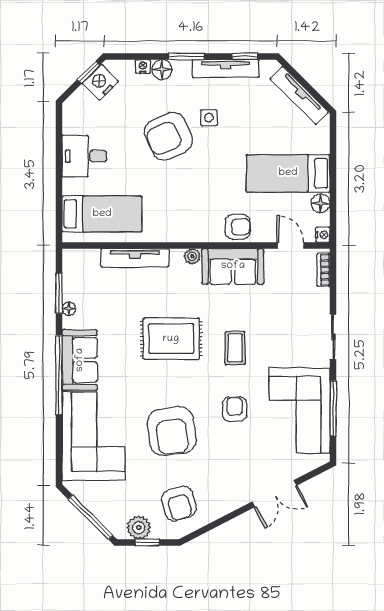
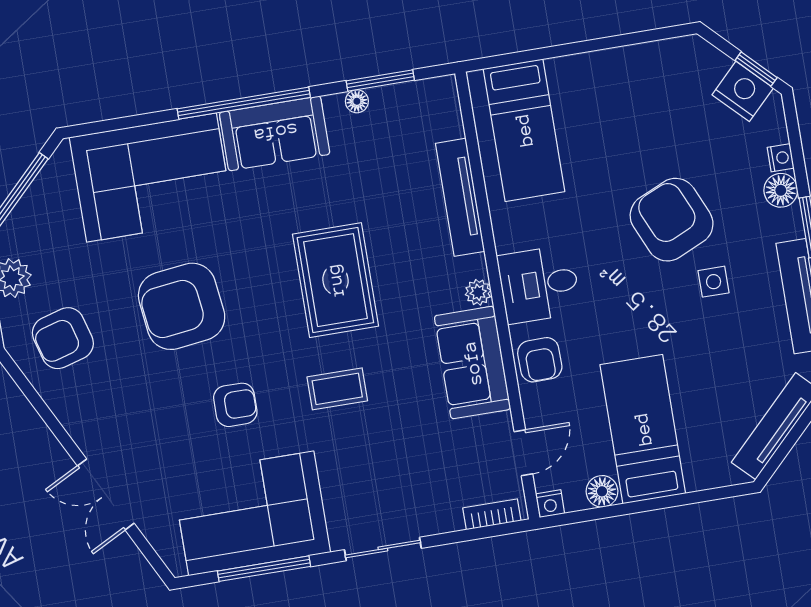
desk: (84, 156) -> (539, 284), moved, turned -90

